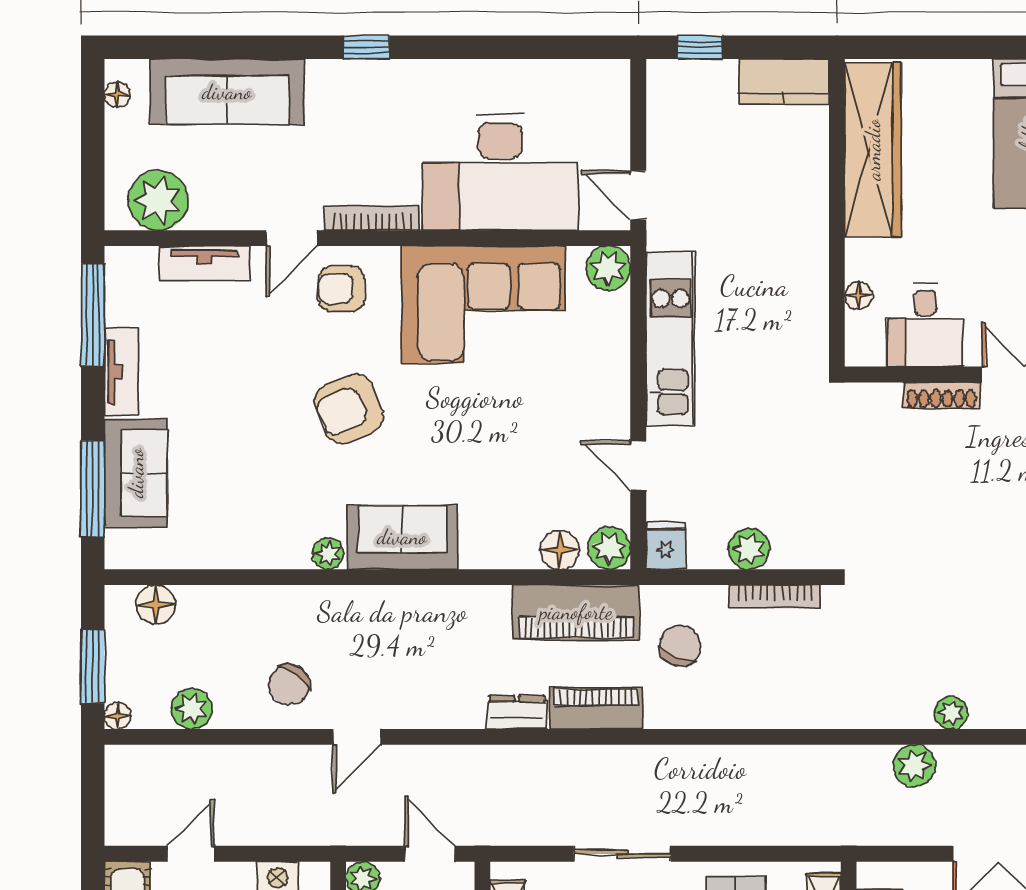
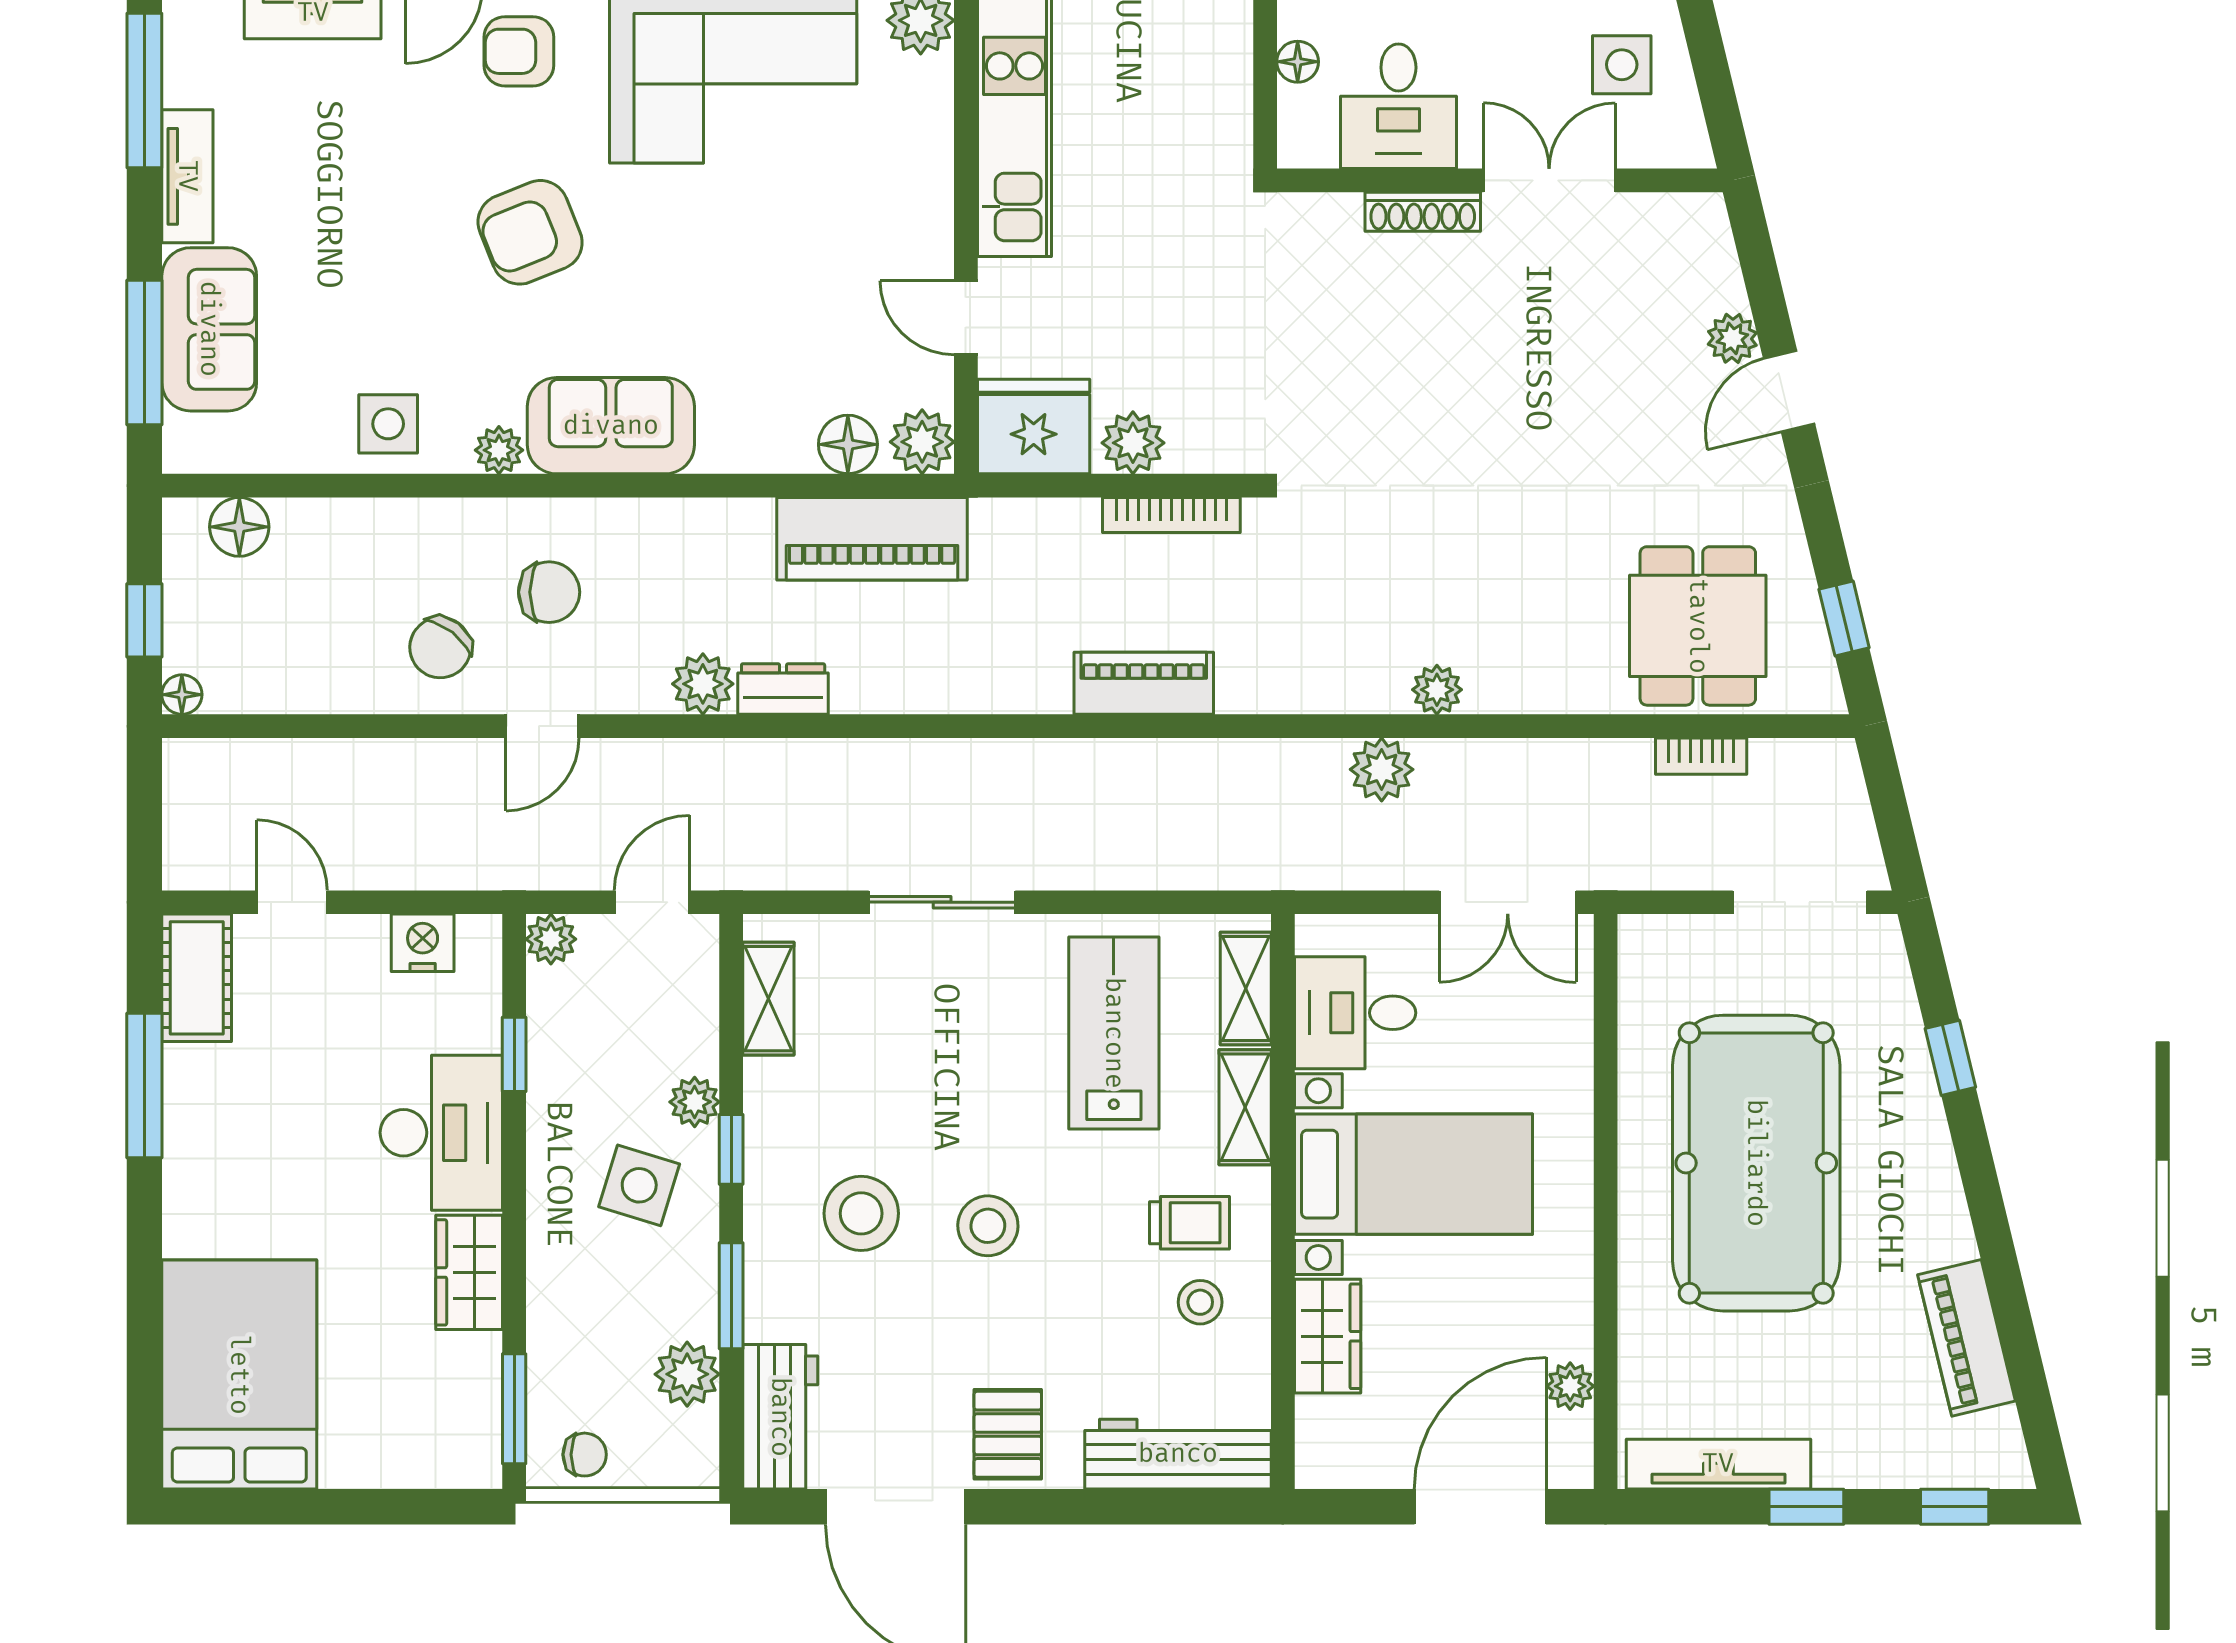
side table: (255, 536) -> (388, 424), added
fridge: (666, 546) -> (1034, 426), width x1.88, depth x1.34
chair: (680, 646) -> (549, 592), moved, turned 69
window: (93, 667) -> (144, 620), width x0.67
piano: (596, 708) -> (1144, 683), moved
plant: (192, 709) -> (703, 684), moved
door: (191, 854) -> (292, 902), hinge flipped
door: (430, 854) -> (652, 902), hinge flipped

